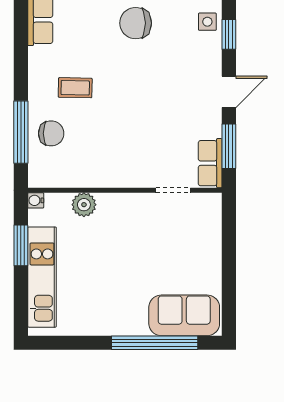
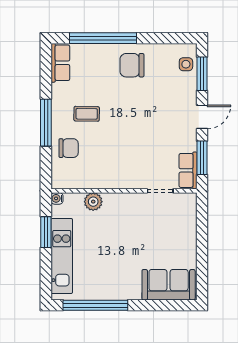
window: (229, 34) -> (202, 74), width x1.50
window: (21, 132) -> (46, 123), moved
window: (155, 343) -> (95, 305), moved

